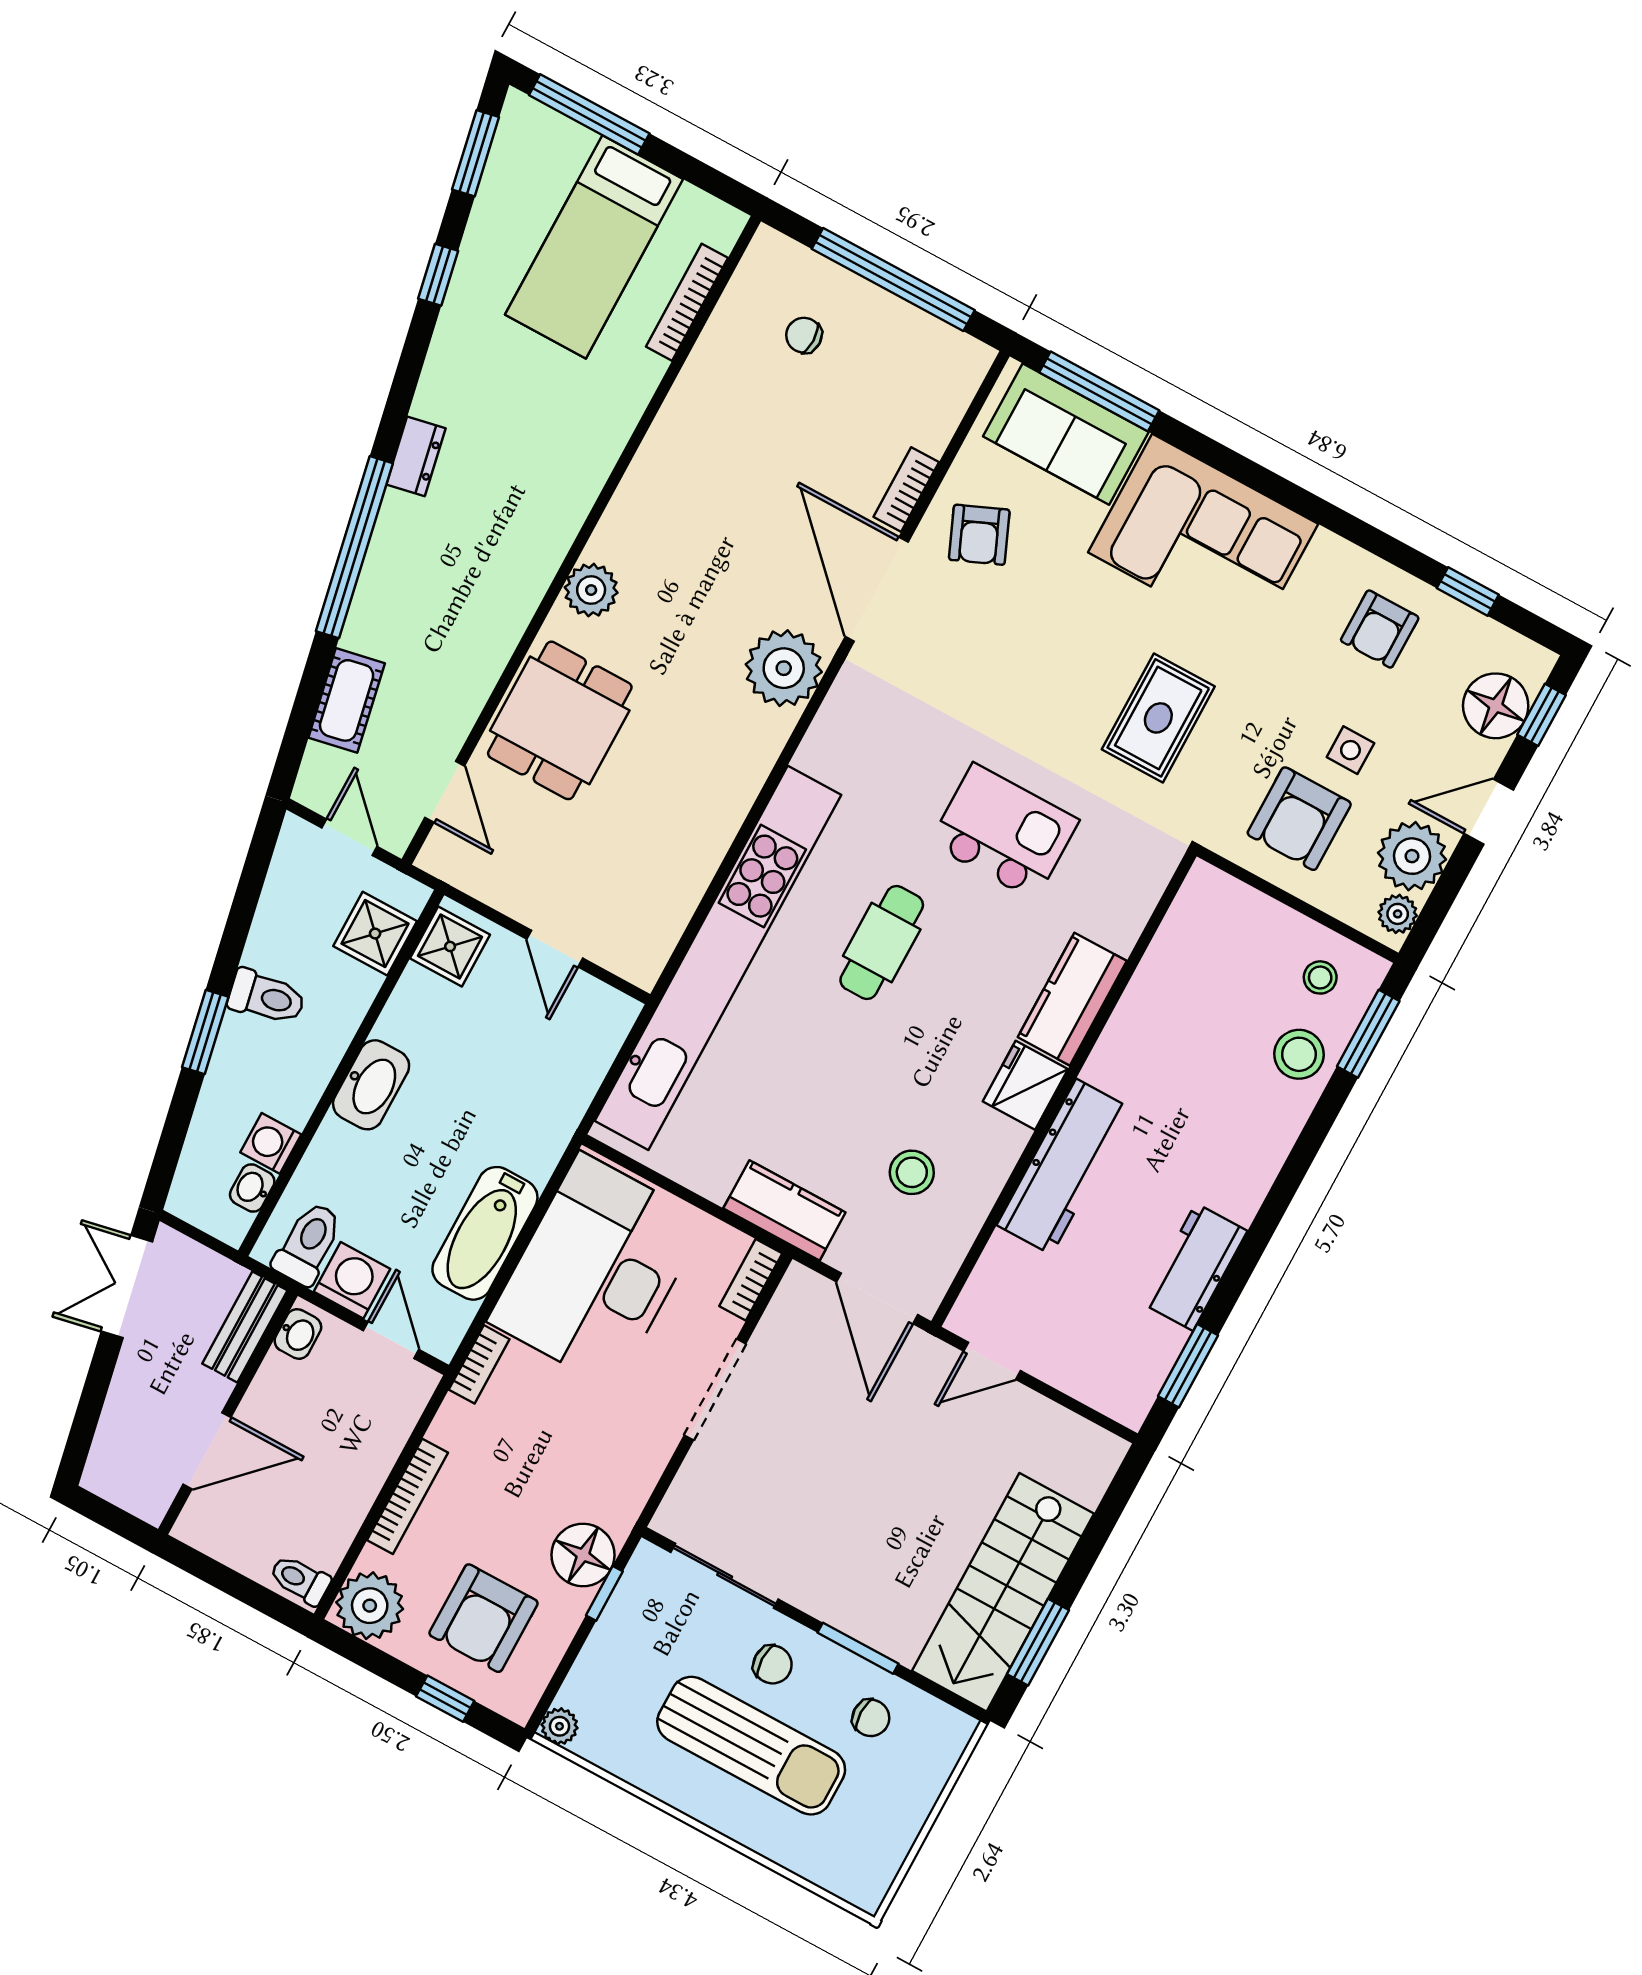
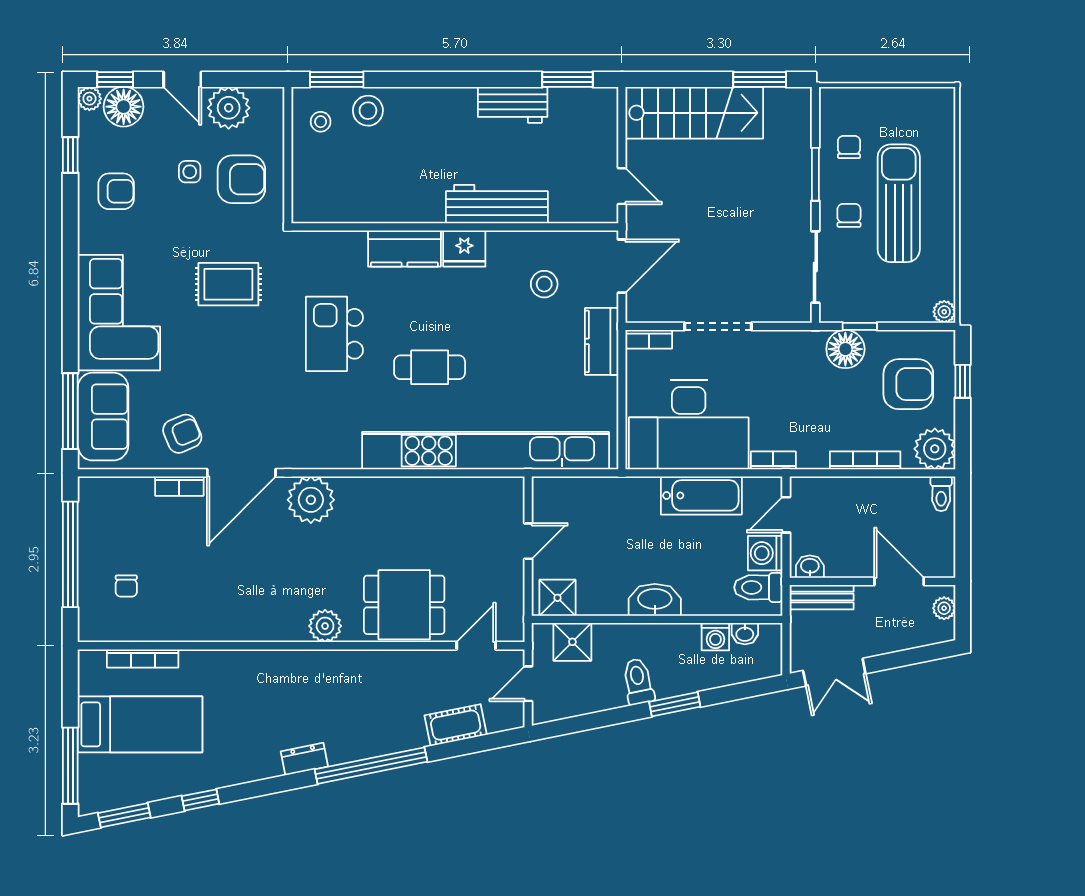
plant: (1398, 914) -> (89, 99), moved
plant: (133, 1494) -> (944, 608), added
stairs: (1003, 1592) -> (694, 113), moved

